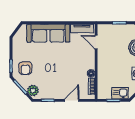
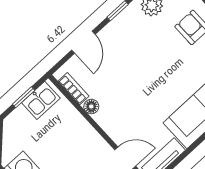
kitchen sink: (120, 93) -> (41, 100), moved

